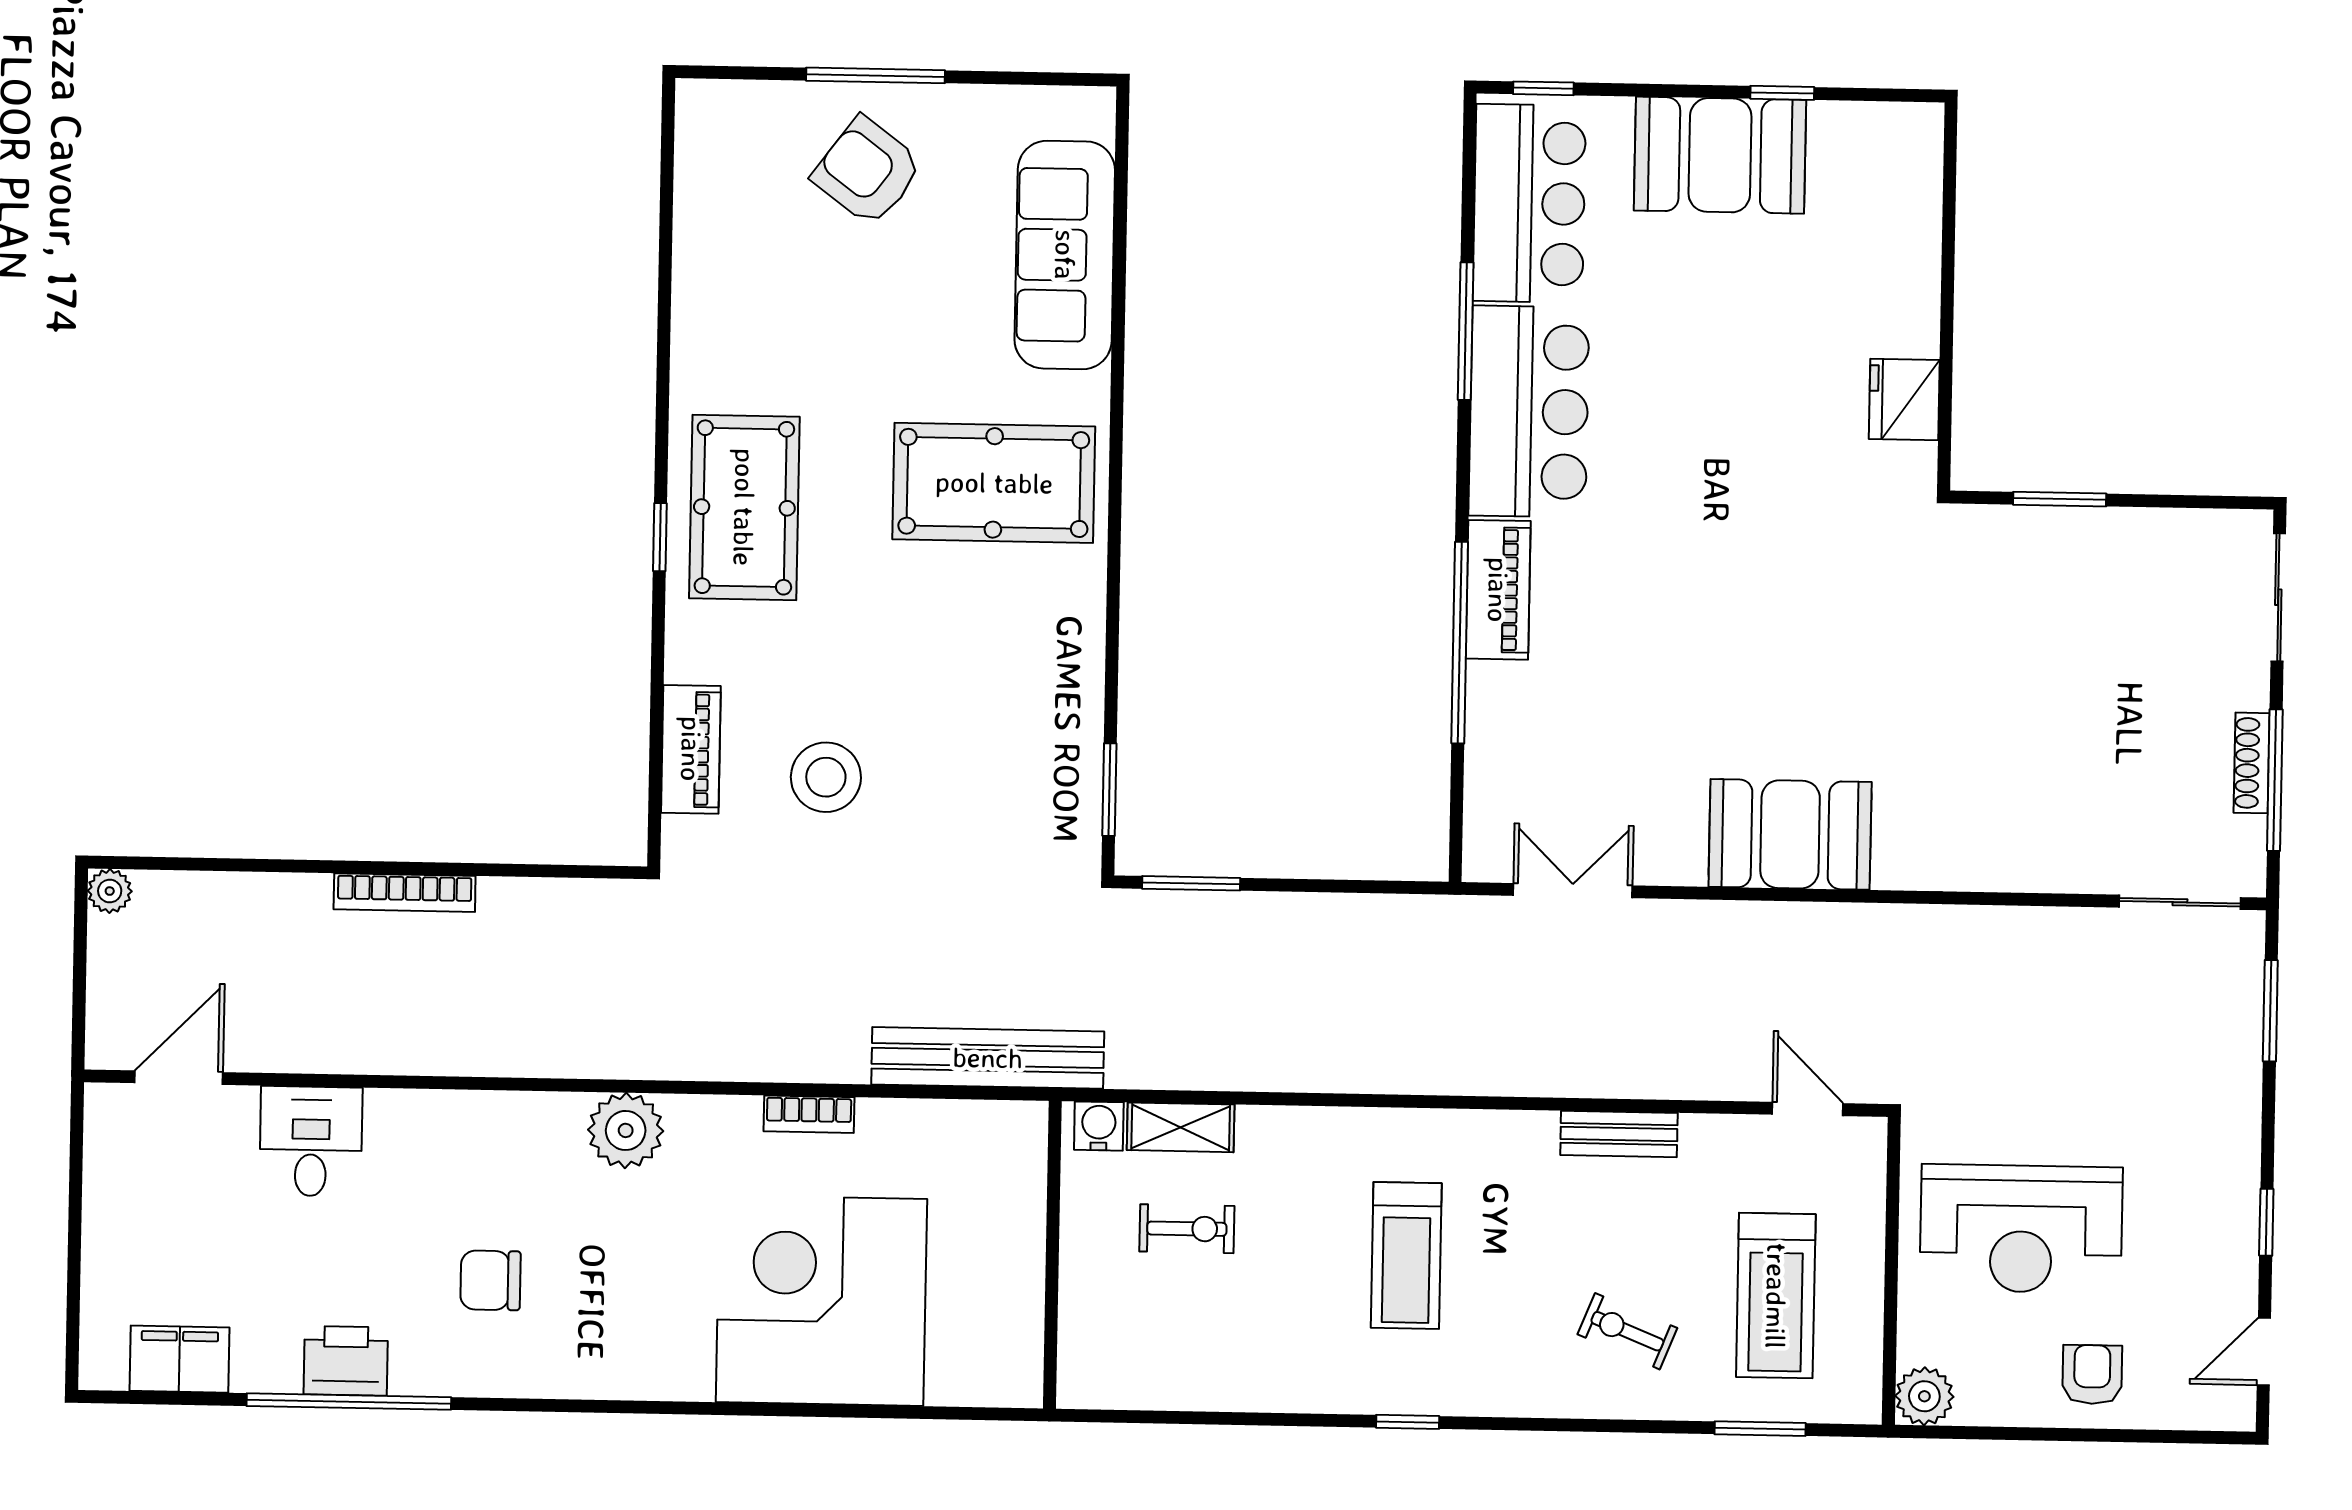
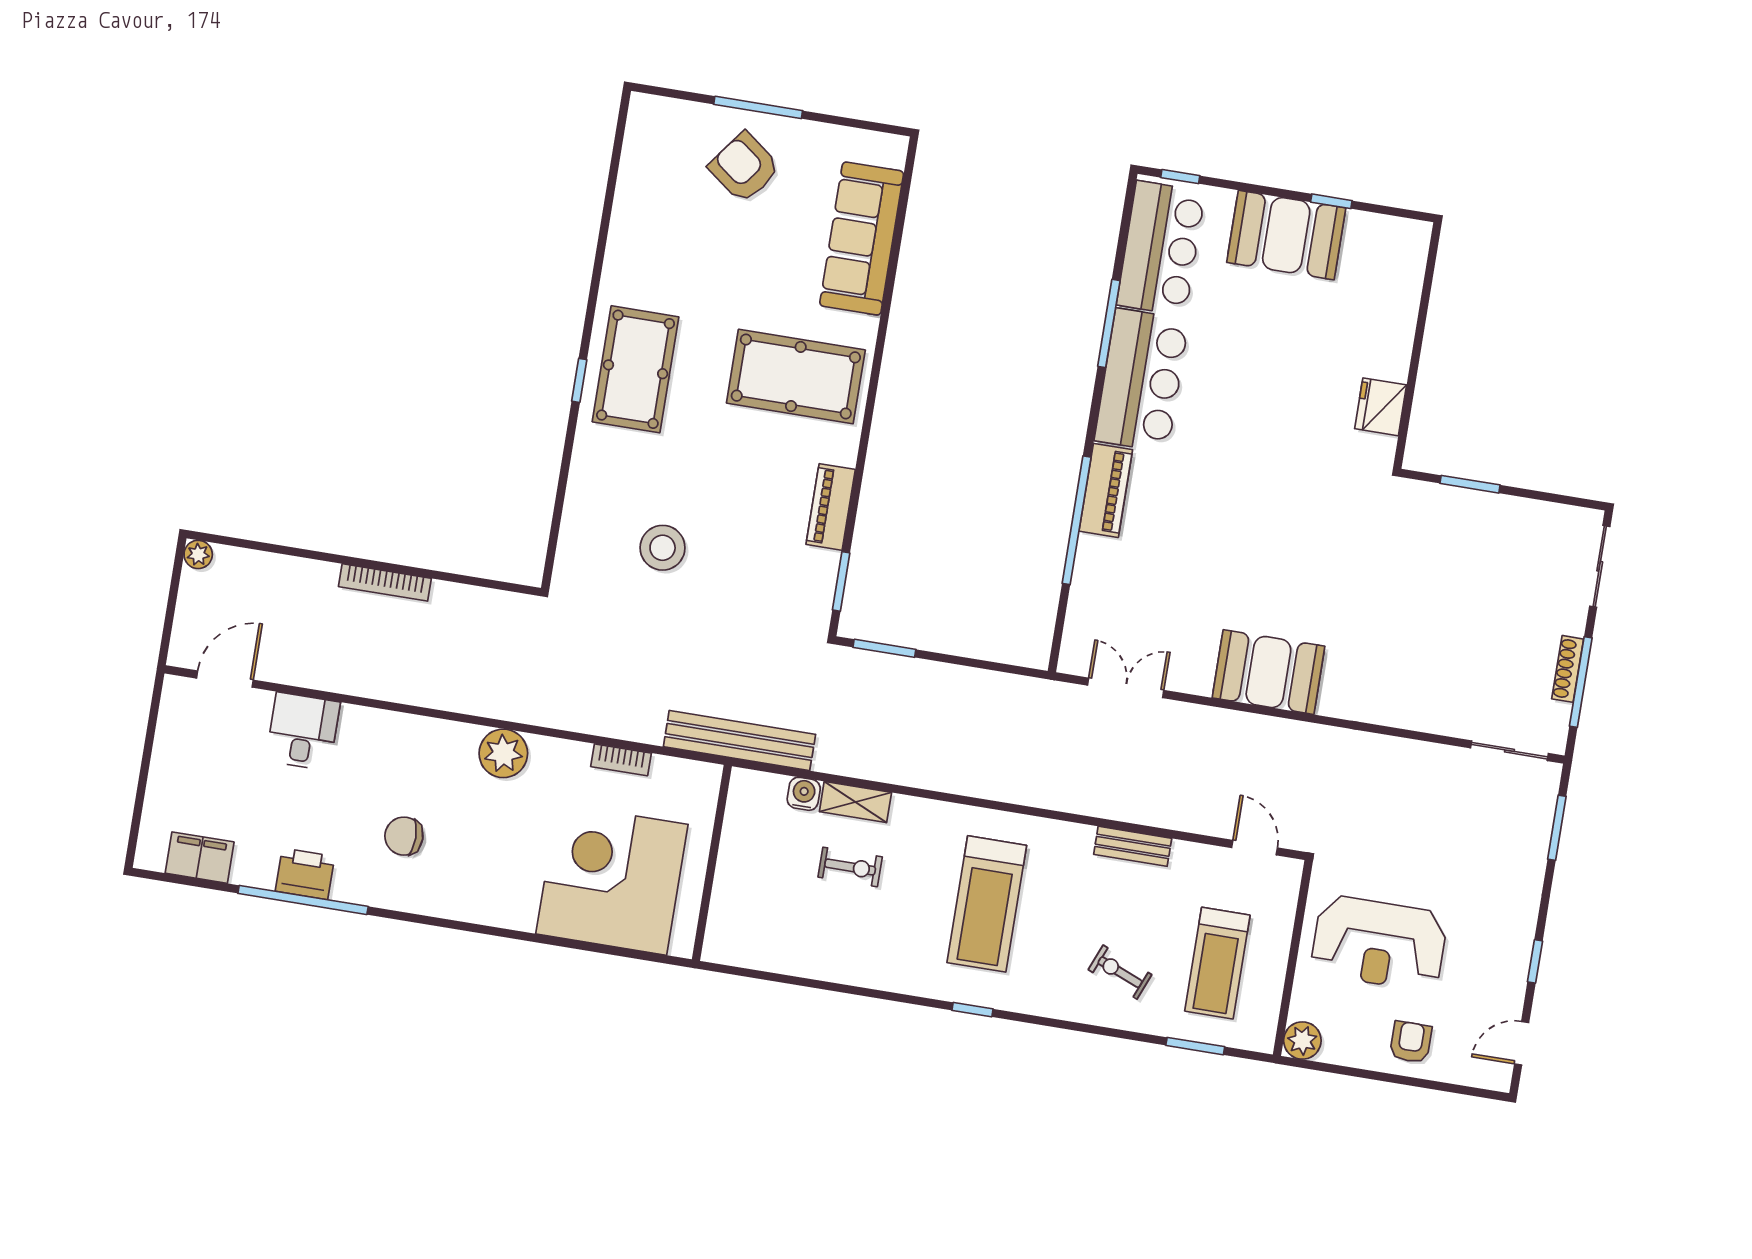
piano: (691, 749) -> (831, 507), moved, turned 180
wall: (1052, 1255) -> (712, 863), moved
treadmill: (1406, 1256) -> (987, 904), width x1.37, depth x1.38

